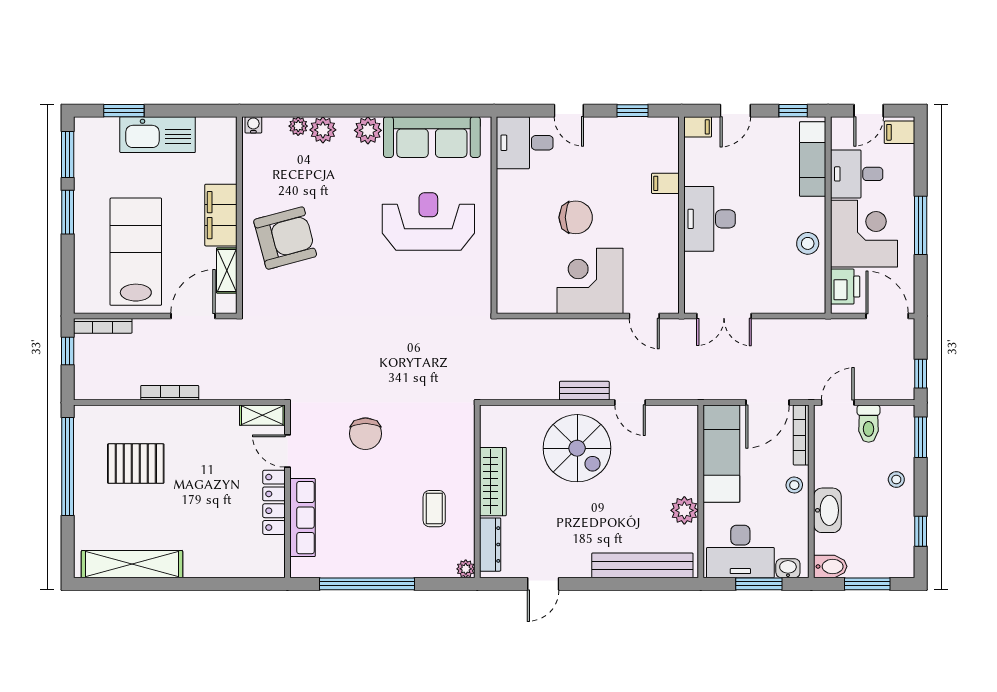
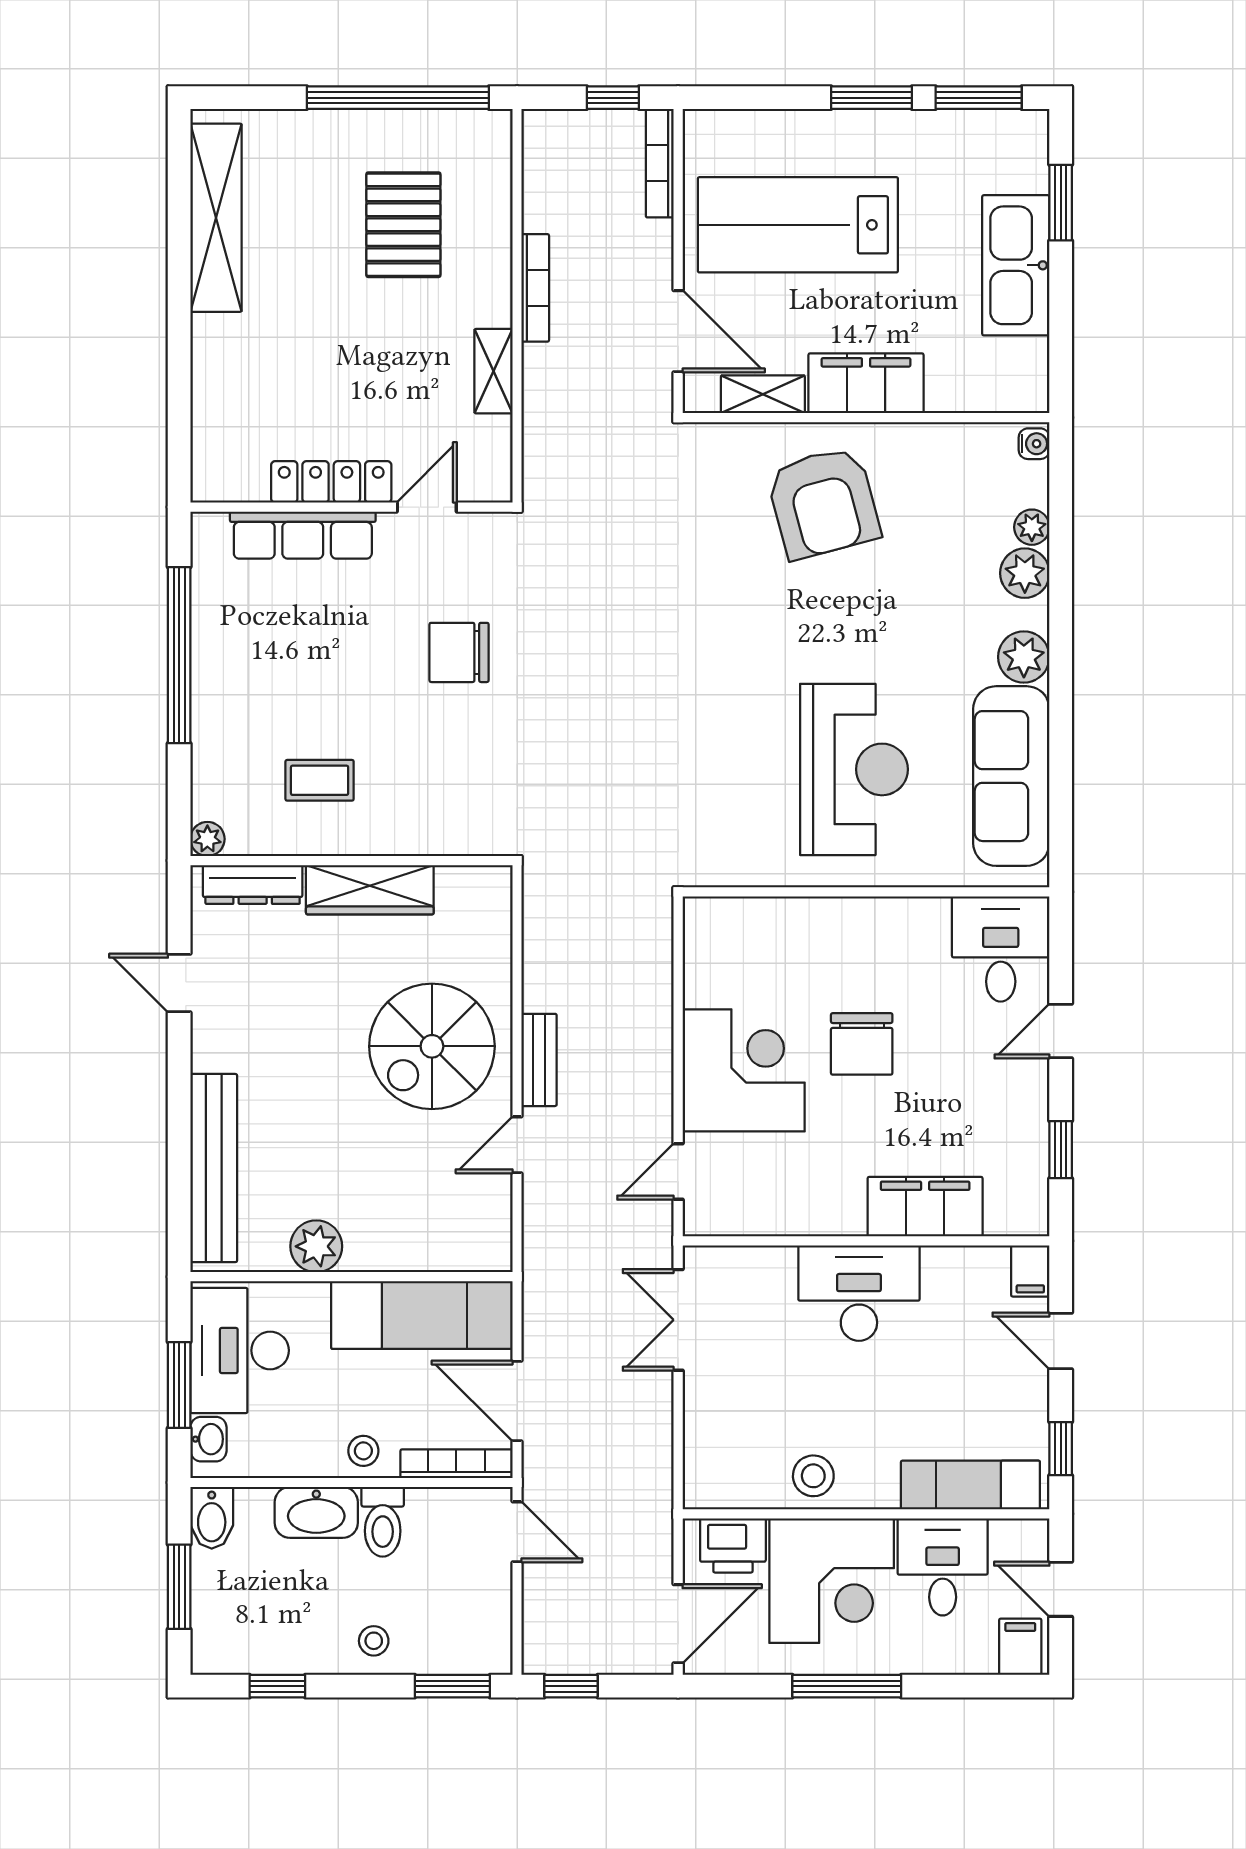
filing cabinet: (665, 183) -> (925, 1207), width x3.00, depth x1.17
lab bench: (136, 252) -> (798, 225), turned 180
shelving: (262, 415) -> (494, 371), moved
toilet: (869, 424) -> (383, 1522), moved, turned -90

